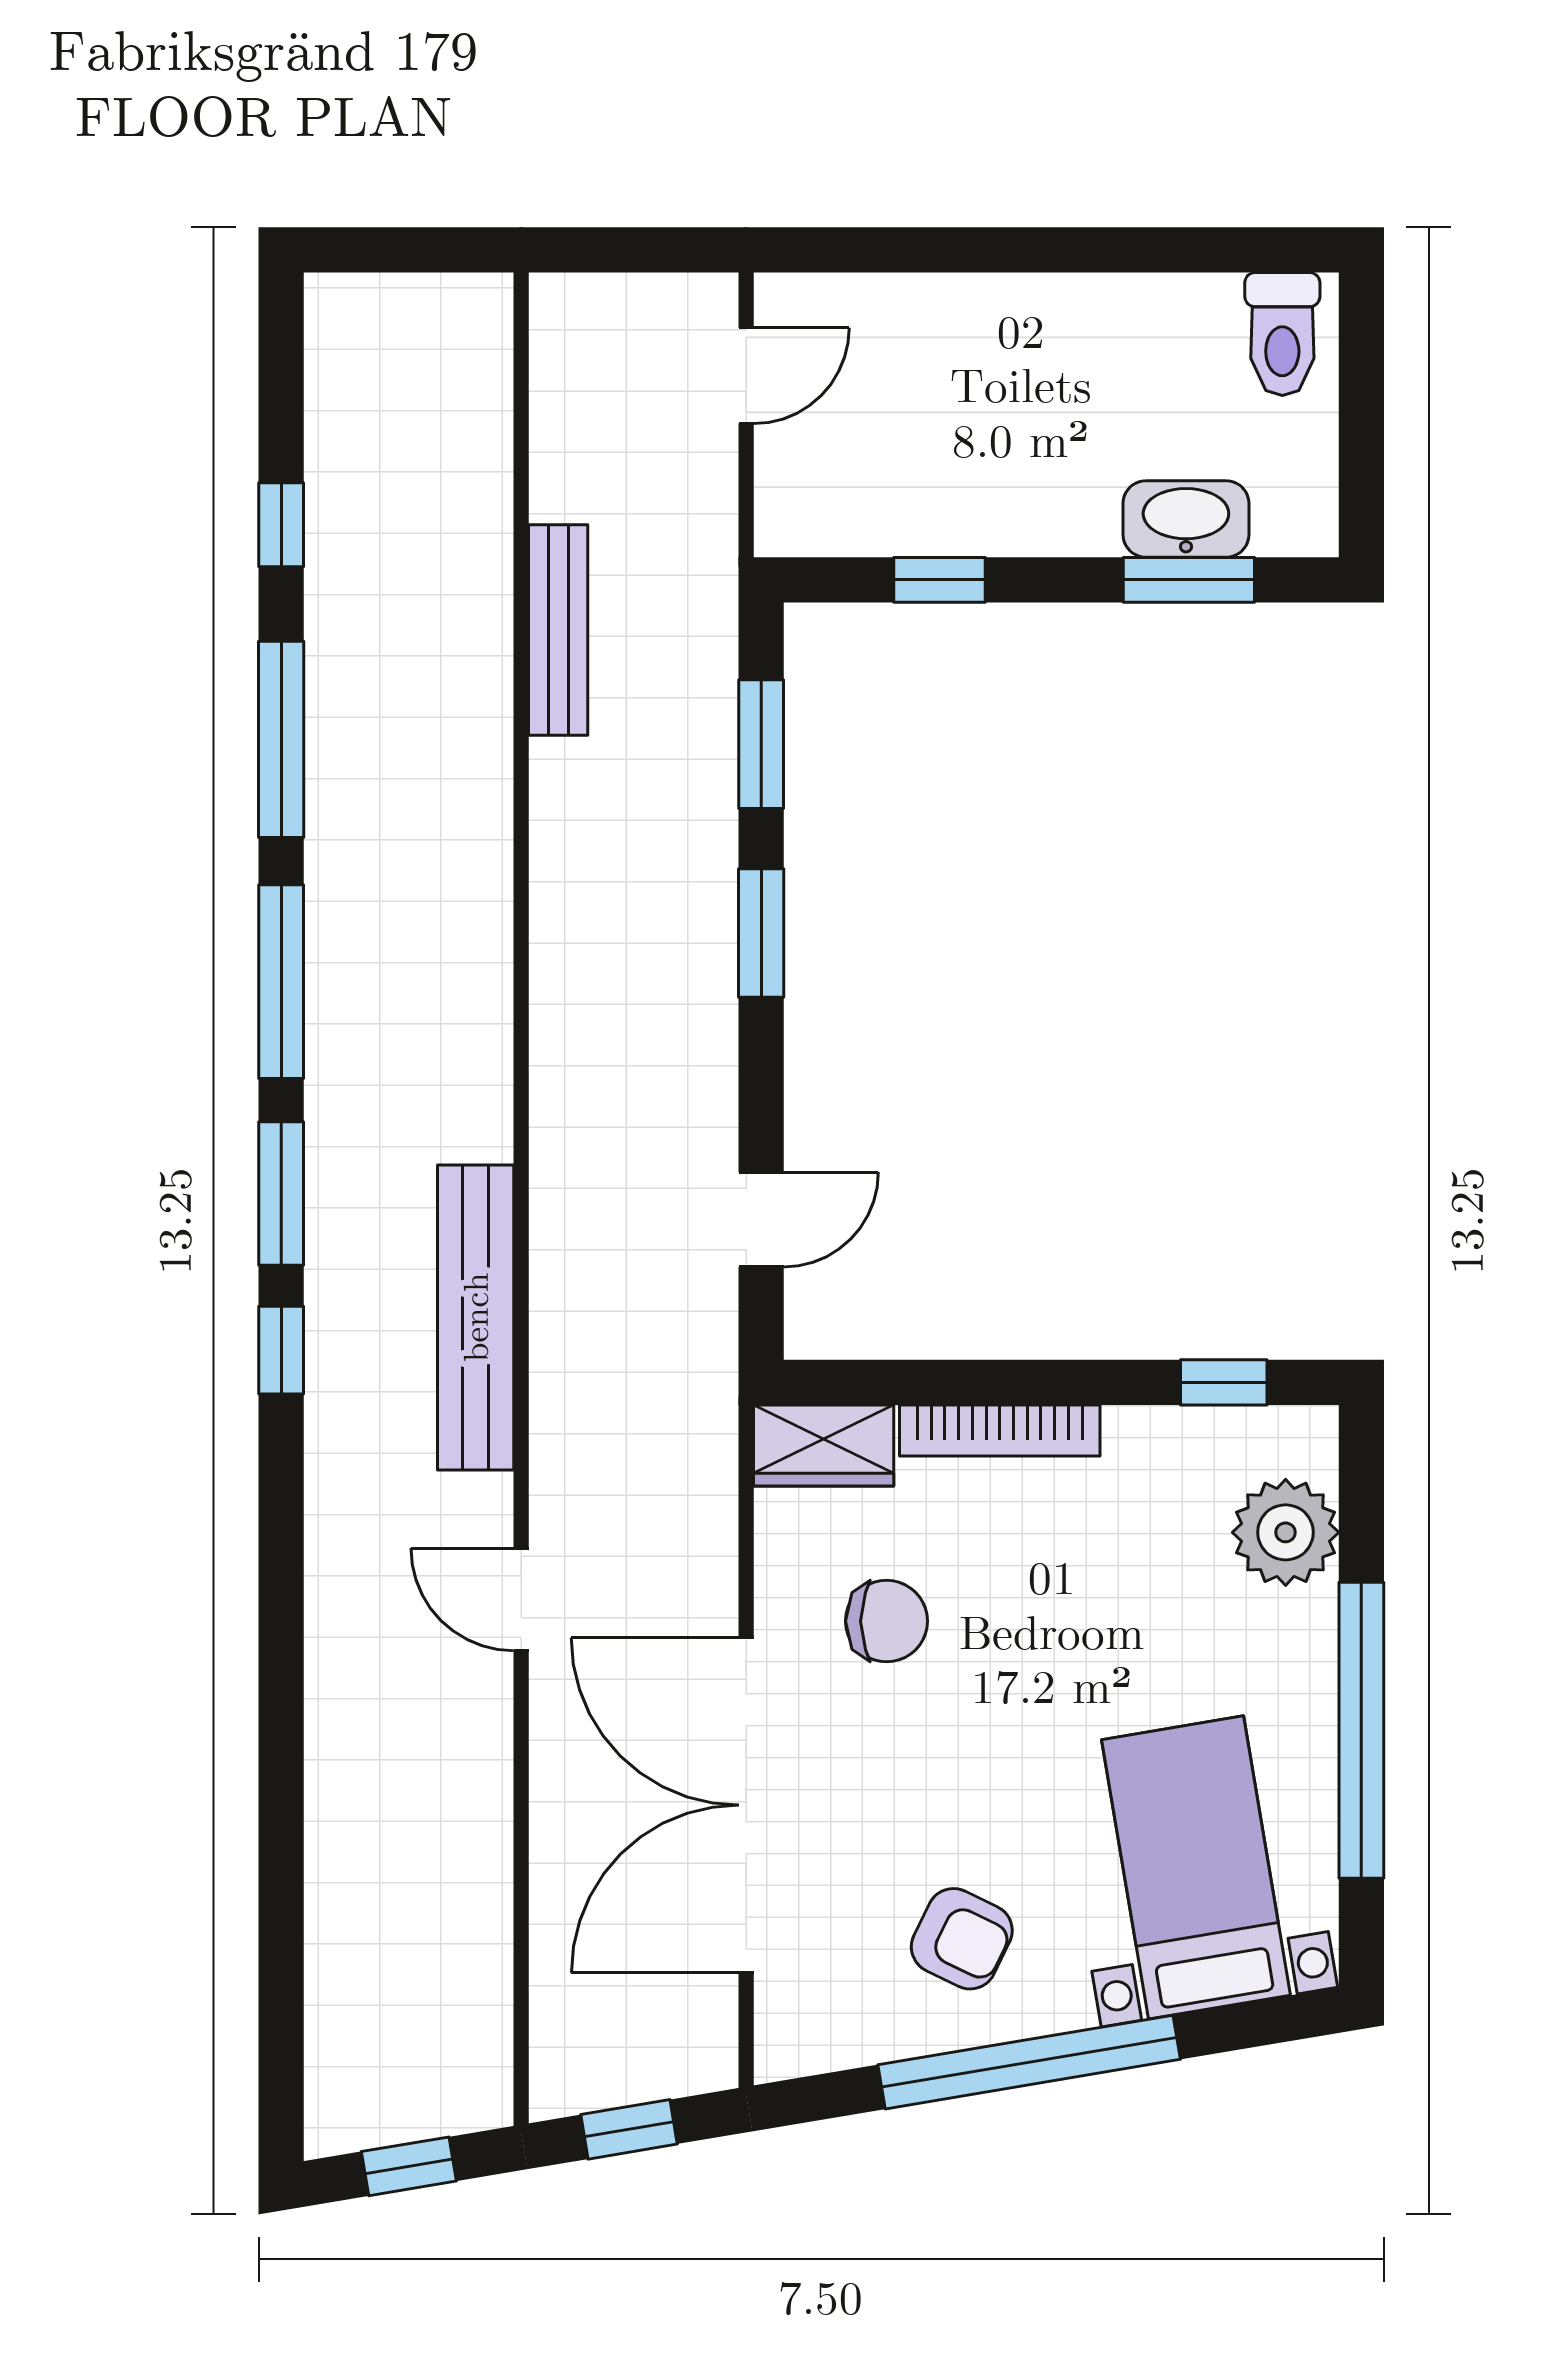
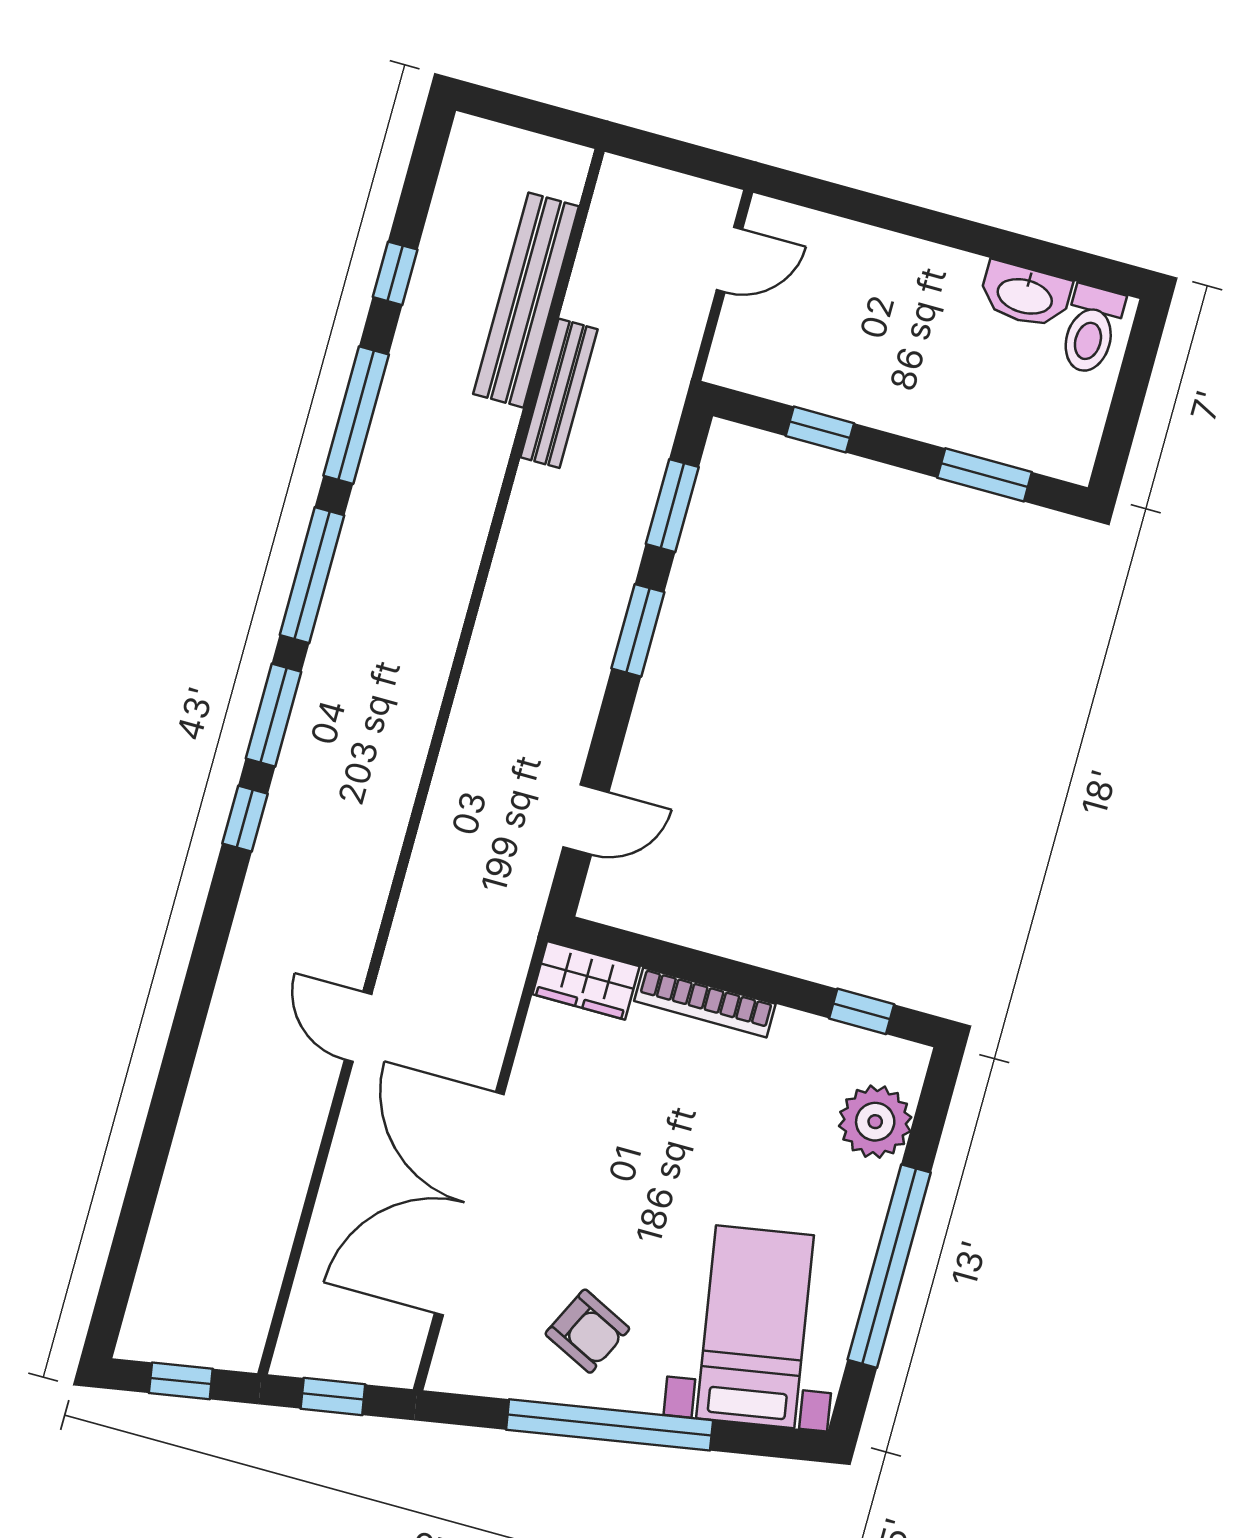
washbasin: (1186, 519) -> (1025, 295), moved, turned 180
bench: (476, 1317) -> (526, 300), moved
chair: (887, 1621) -> (596, 1108), removed

